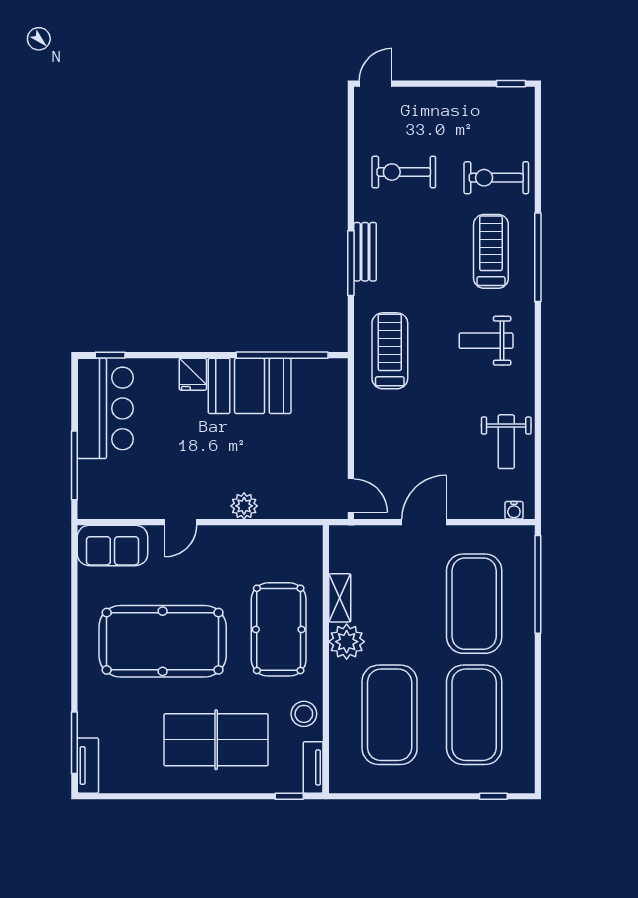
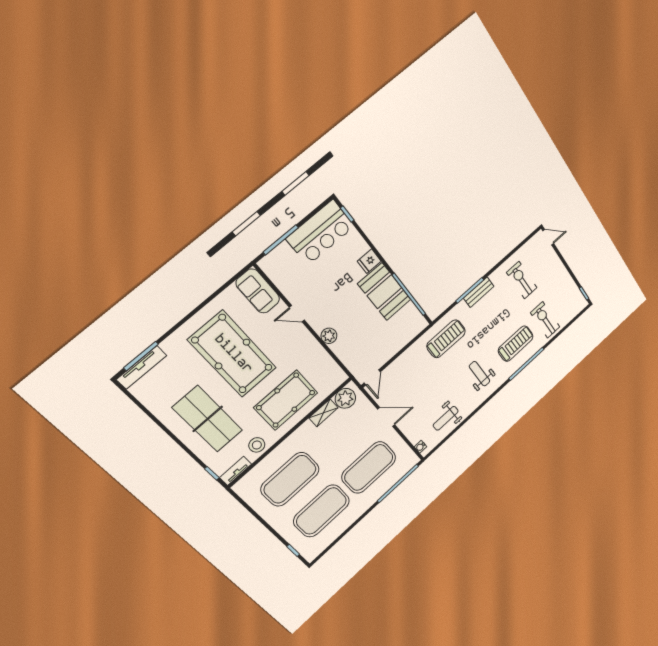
plant: (347, 642) -> (345, 398), moved
tv unit: (88, 766) -> (142, 367), width x1.41

